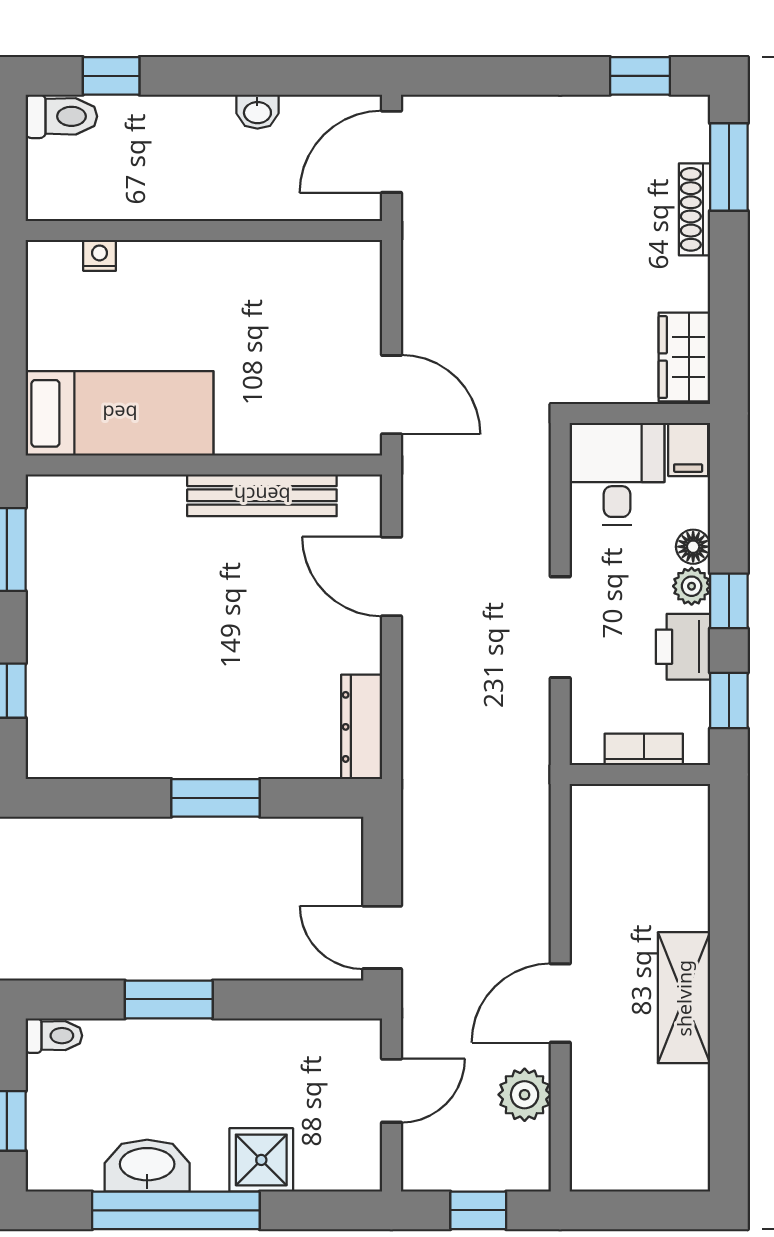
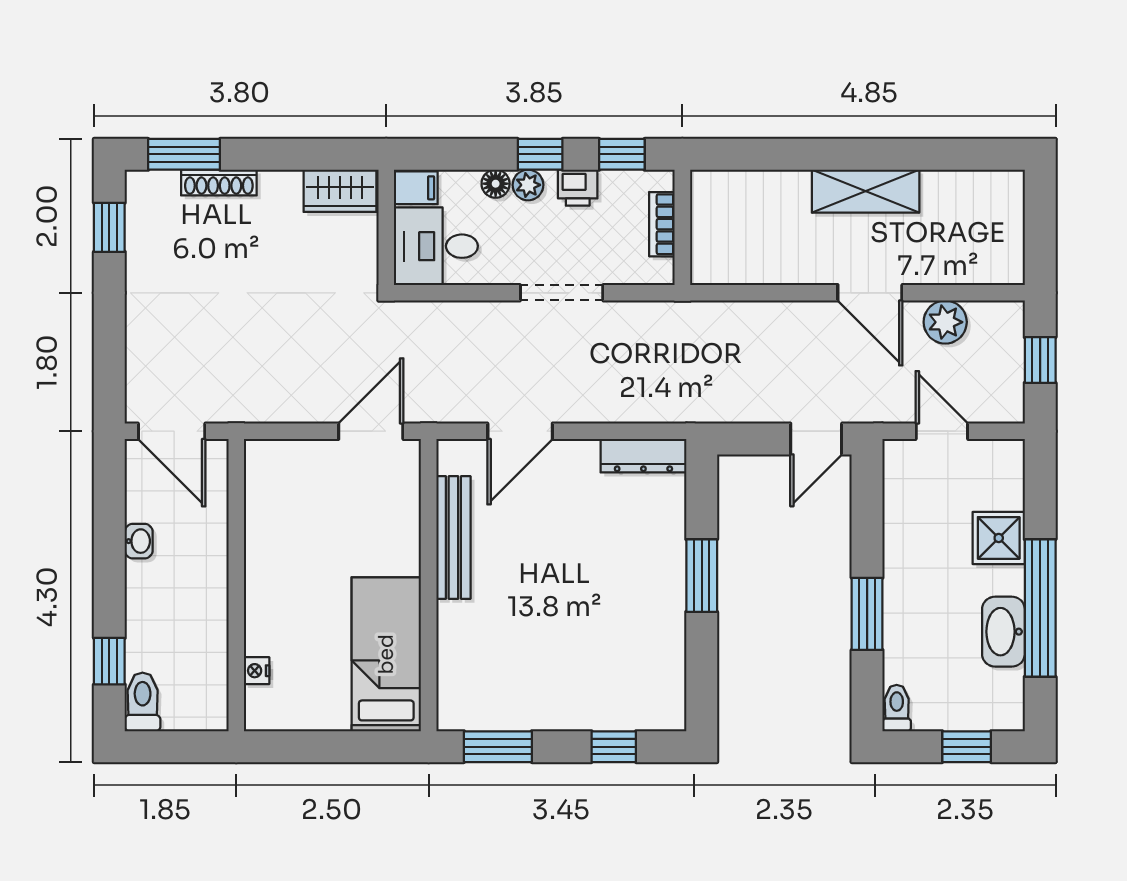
printer: (683, 647) -> (578, 188), width x0.73, depth x0.81

